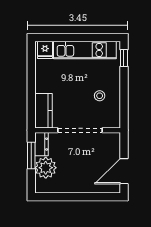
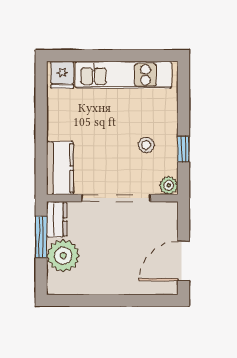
window: (124, 58) -> (184, 149), moved
plant: (114, 122) -> (169, 185), added

